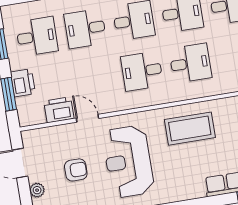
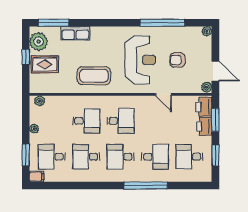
desk: (190, 63) -> (86, 121), turned 180
printer: (59, 110) -> (204, 107), moved, turned 90
plant: (37, 190) -> (207, 87), moved

